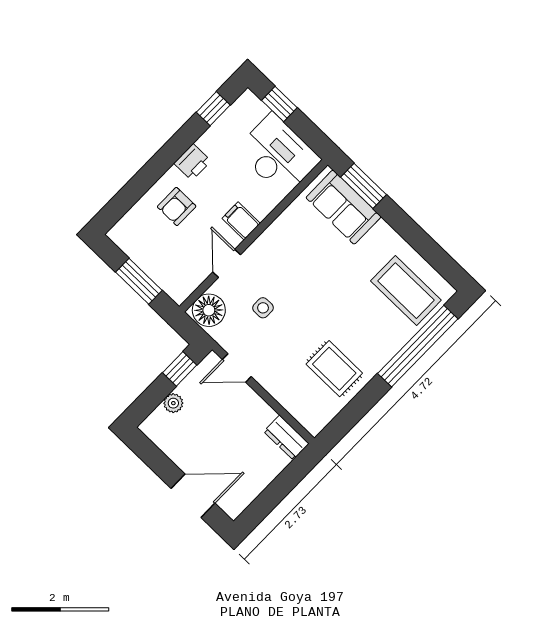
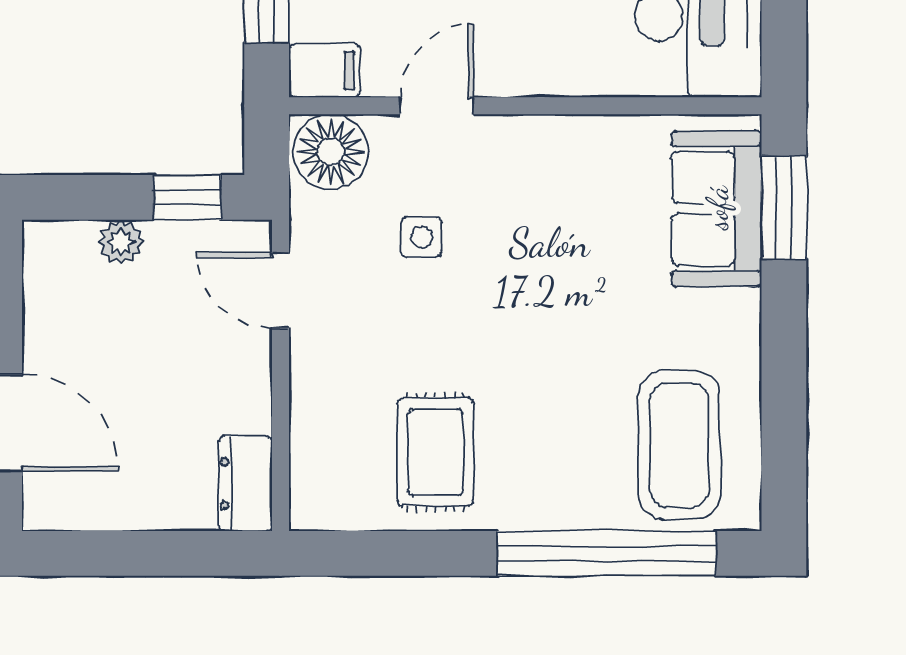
filing cabinet: (241, 221) -> (324, 71), moved, turned 90

